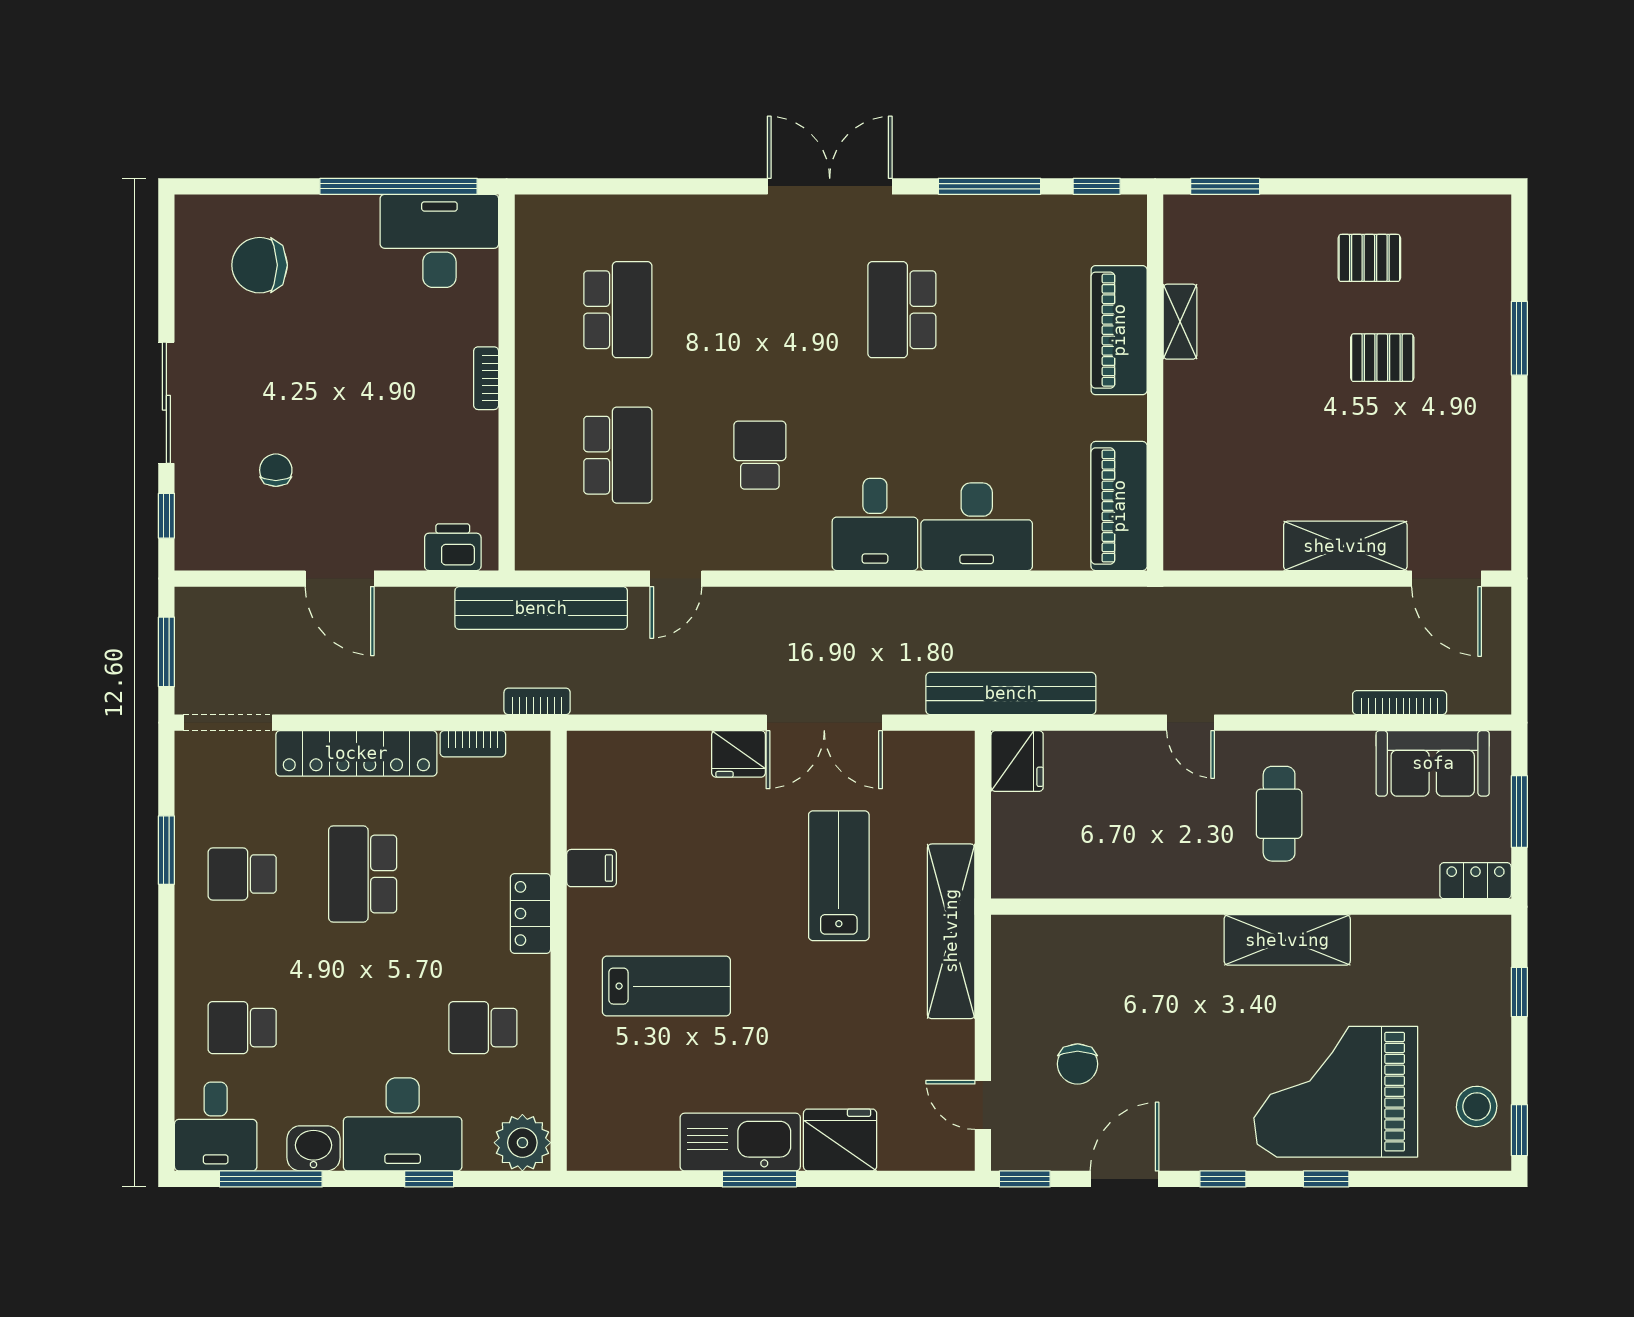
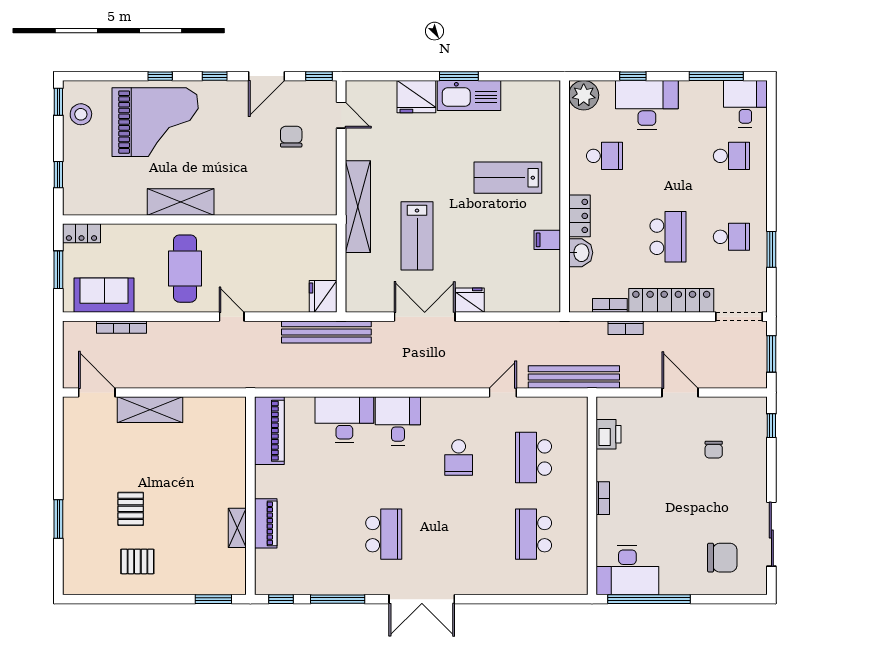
piano: (1119, 330) -> (266, 523), width x0.73, depth x0.75
pallet: (1382, 358) -> (131, 509), turned 90
sliding door: (166, 403) -> (771, 534), moved
printer: (453, 547) -> (609, 434), moved, turned -90
bookcase: (537, 701) -> (626, 328), moved
cafe table: (1279, 814) -> (185, 269), width x1.37, depth x1.35
washbasin: (313, 1148) -> (581, 253), moved, turned -90

